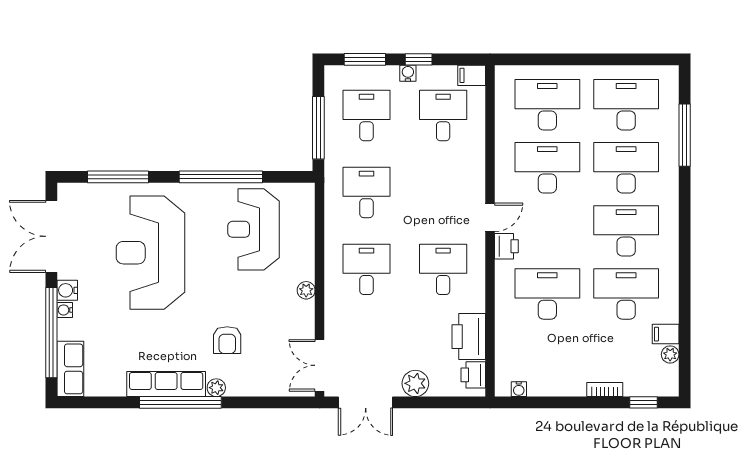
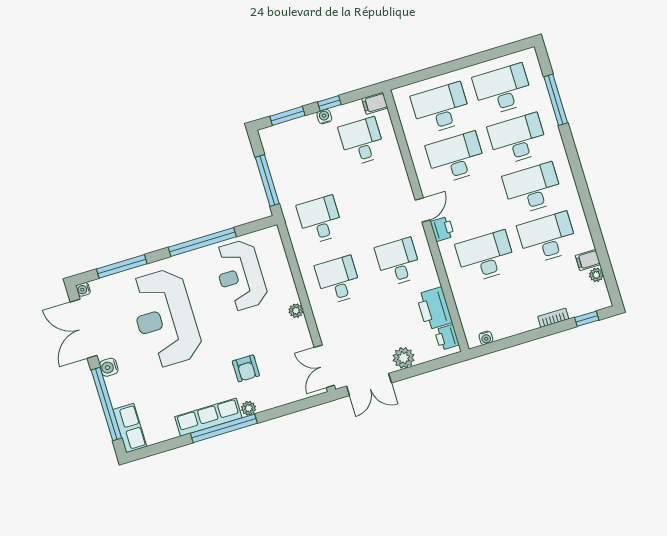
desk: (367, 116) -> (302, 160), removed
water cooler: (65, 310) -> (83, 289), moved

